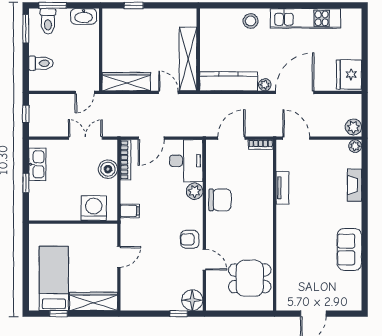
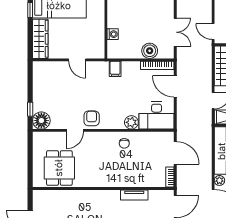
chair: (220, 200) -> (124, 143), width x0.54, depth x0.54
washing machine: (94, 208) -> (113, 34), width x0.53, depth x0.53

